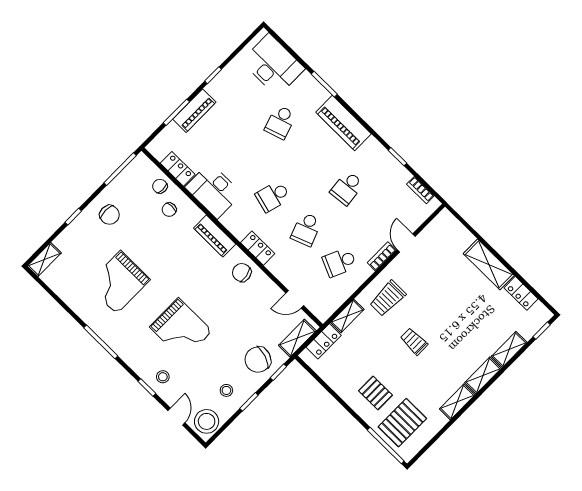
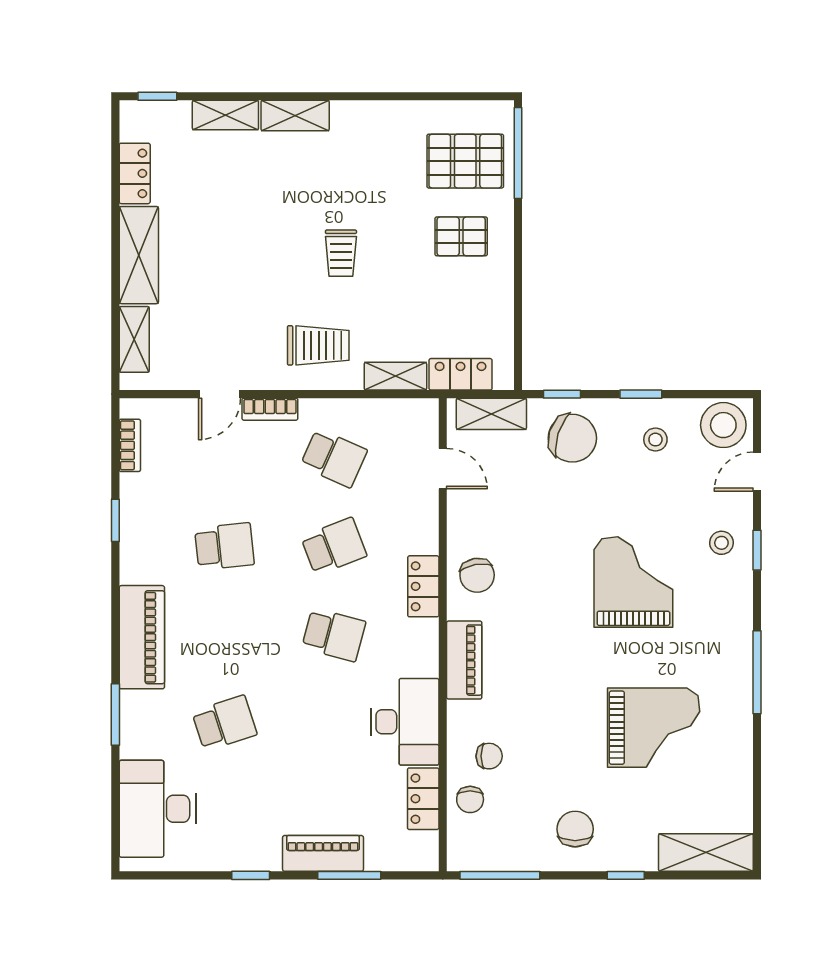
shelving: (44, 260) -> (706, 853), width x1.50, depth x1.33
pallet: (375, 393) -> (461, 236), turned 90
shelving: (457, 402) -> (134, 339), moved, turned 90

